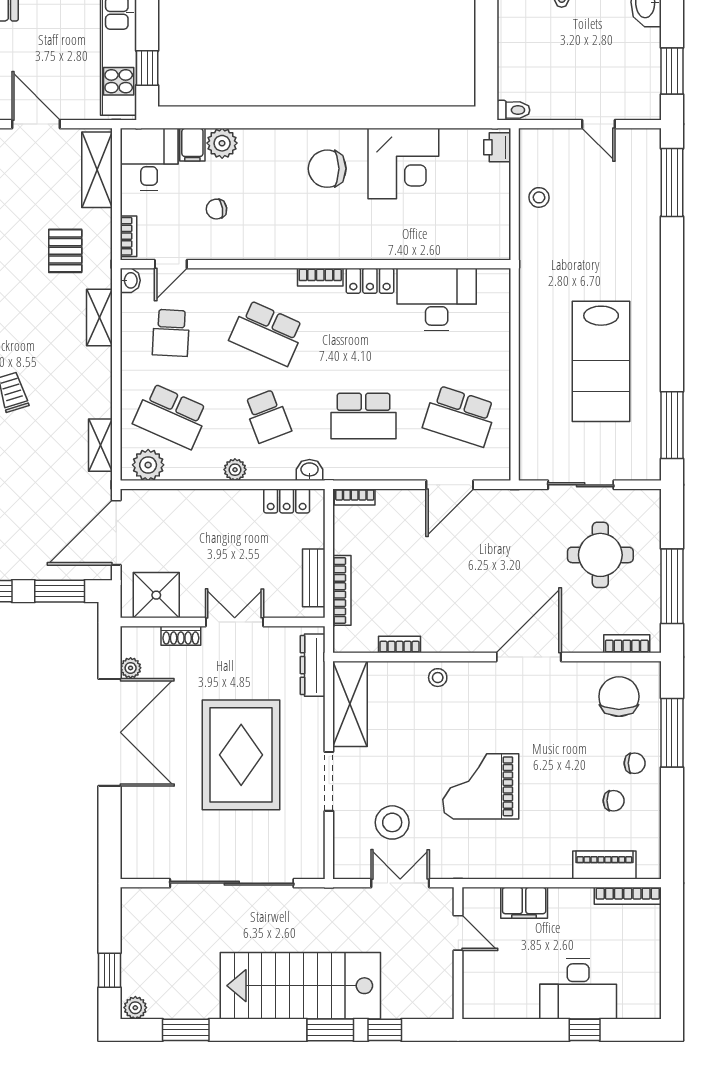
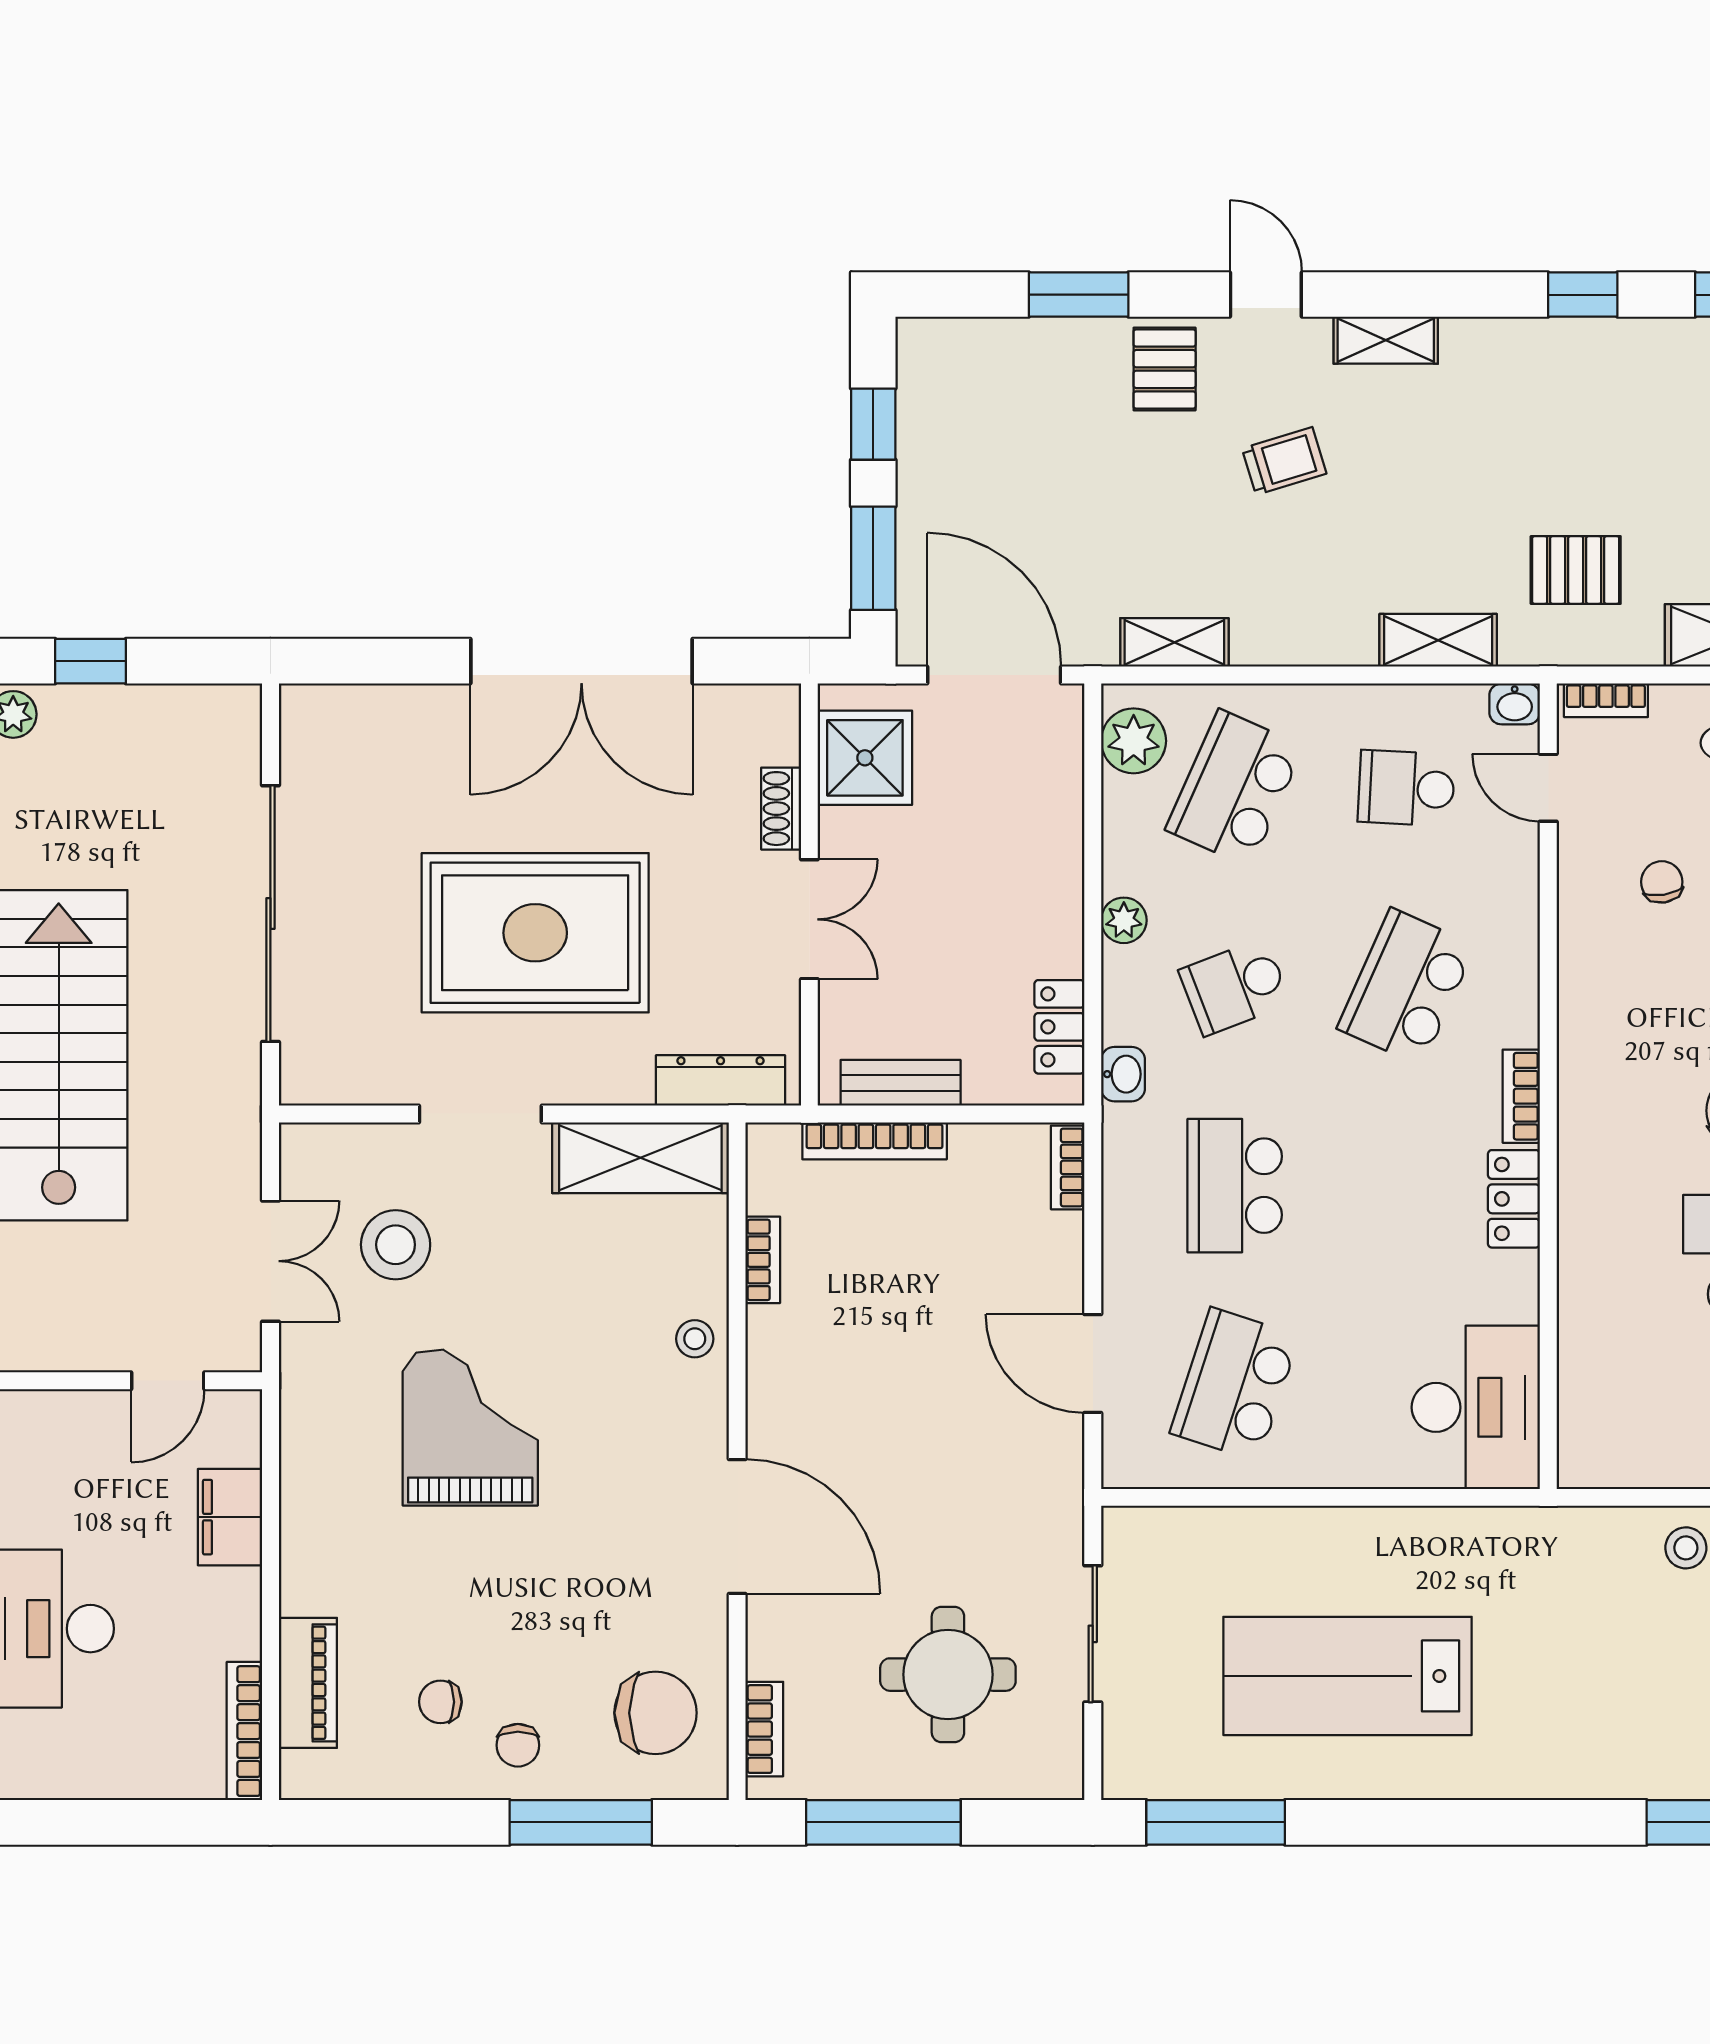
desk: (437, 299) -> (1476, 1407), moved
plant: (131, 668) -> (715, 705), removed
chair: (614, 801) -> (440, 1702), turned 90

